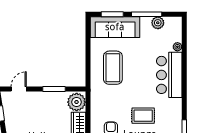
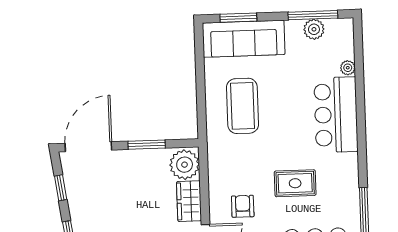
window: (147, 14) -> (313, 15), moved
door: (19, 89) -> (88, 147), width x1.88

